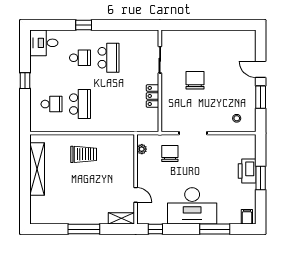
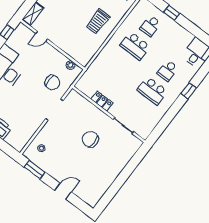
chair: (195, 80) -> (90, 139), turned 180
window: (25, 81) -> (172, 13), moved
window: (261, 97) -> (35, 170), moved

